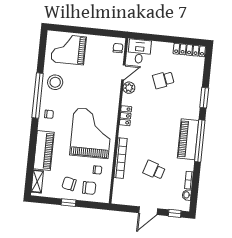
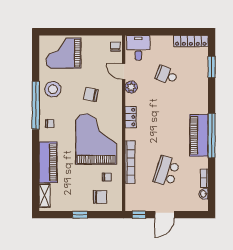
door: (123, 72) -> (124, 72), swing flipped
school desk: (163, 80) -> (167, 75), turned 42
window: (204, 98) -> (212, 67), moved
school desk: (154, 170) -> (167, 171), width x1.85
chair: (69, 184) -> (91, 94), moved
window: (175, 213) -> (139, 215), moved

